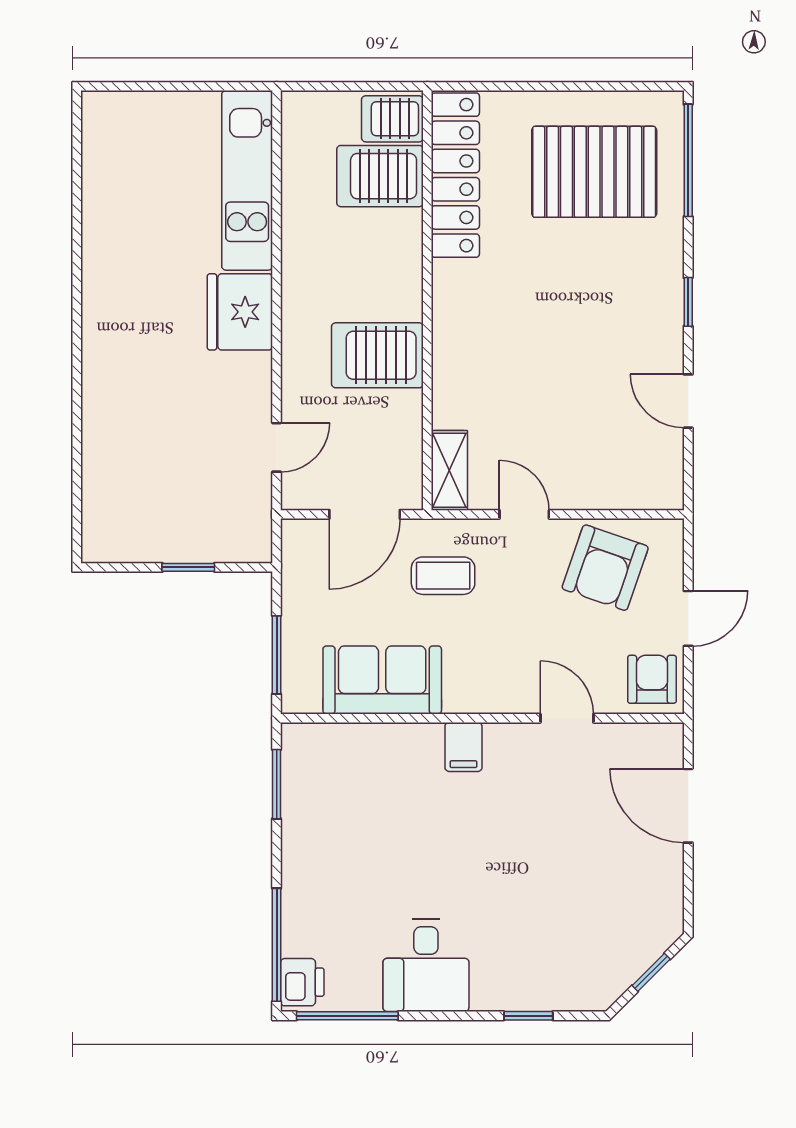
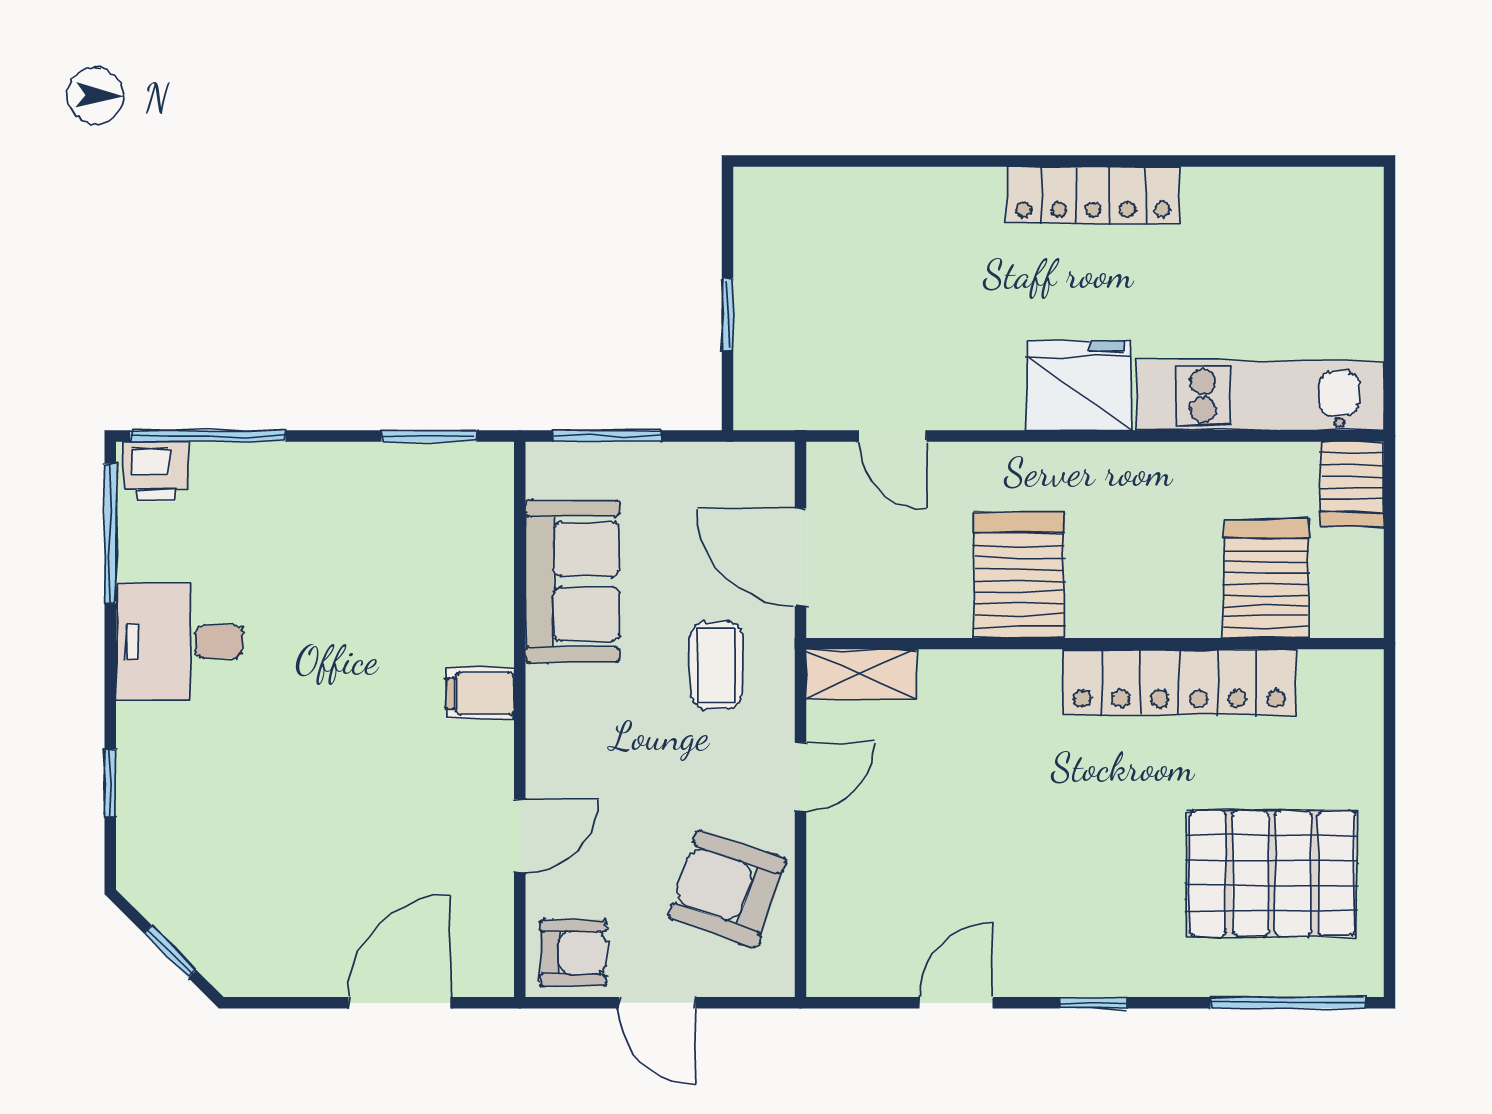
server rack: (392, 119) -> (1352, 484), moved, turned 180
pallet: (594, 172) -> (1272, 873), turned 90
locker: (455, 175) -> (1179, 682), moved
locker: (102, 302) -> (1093, 195), added

